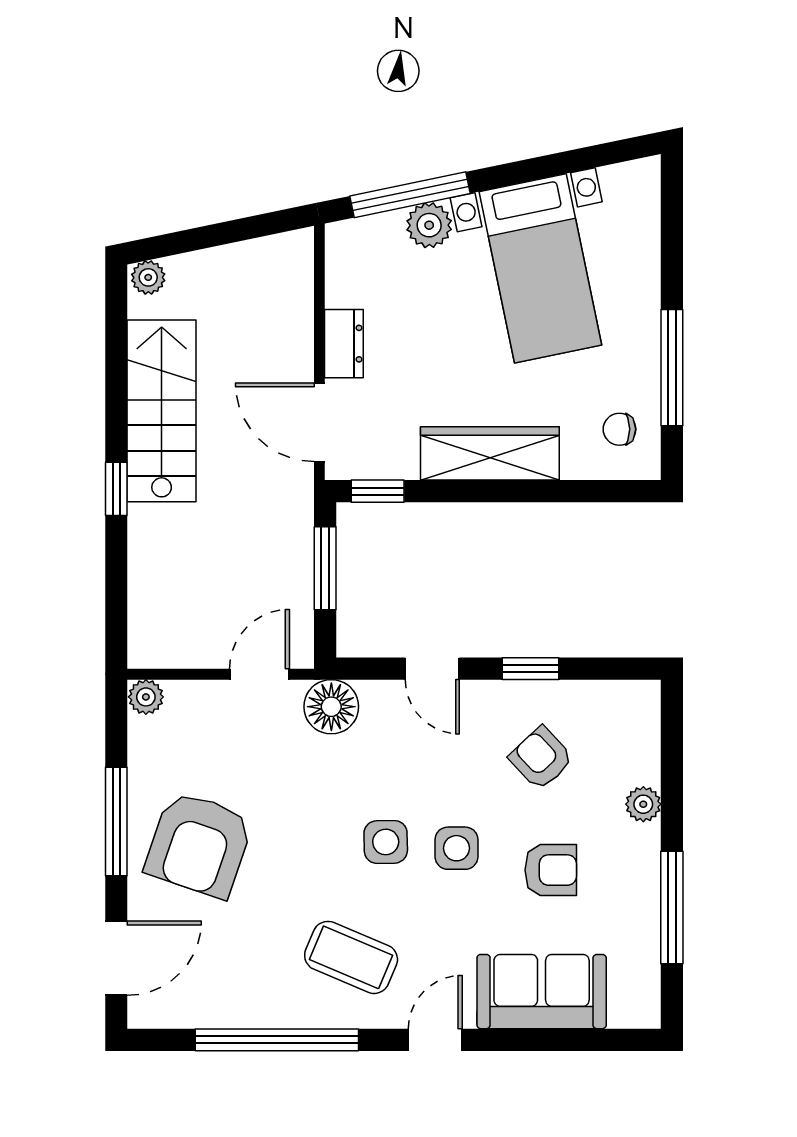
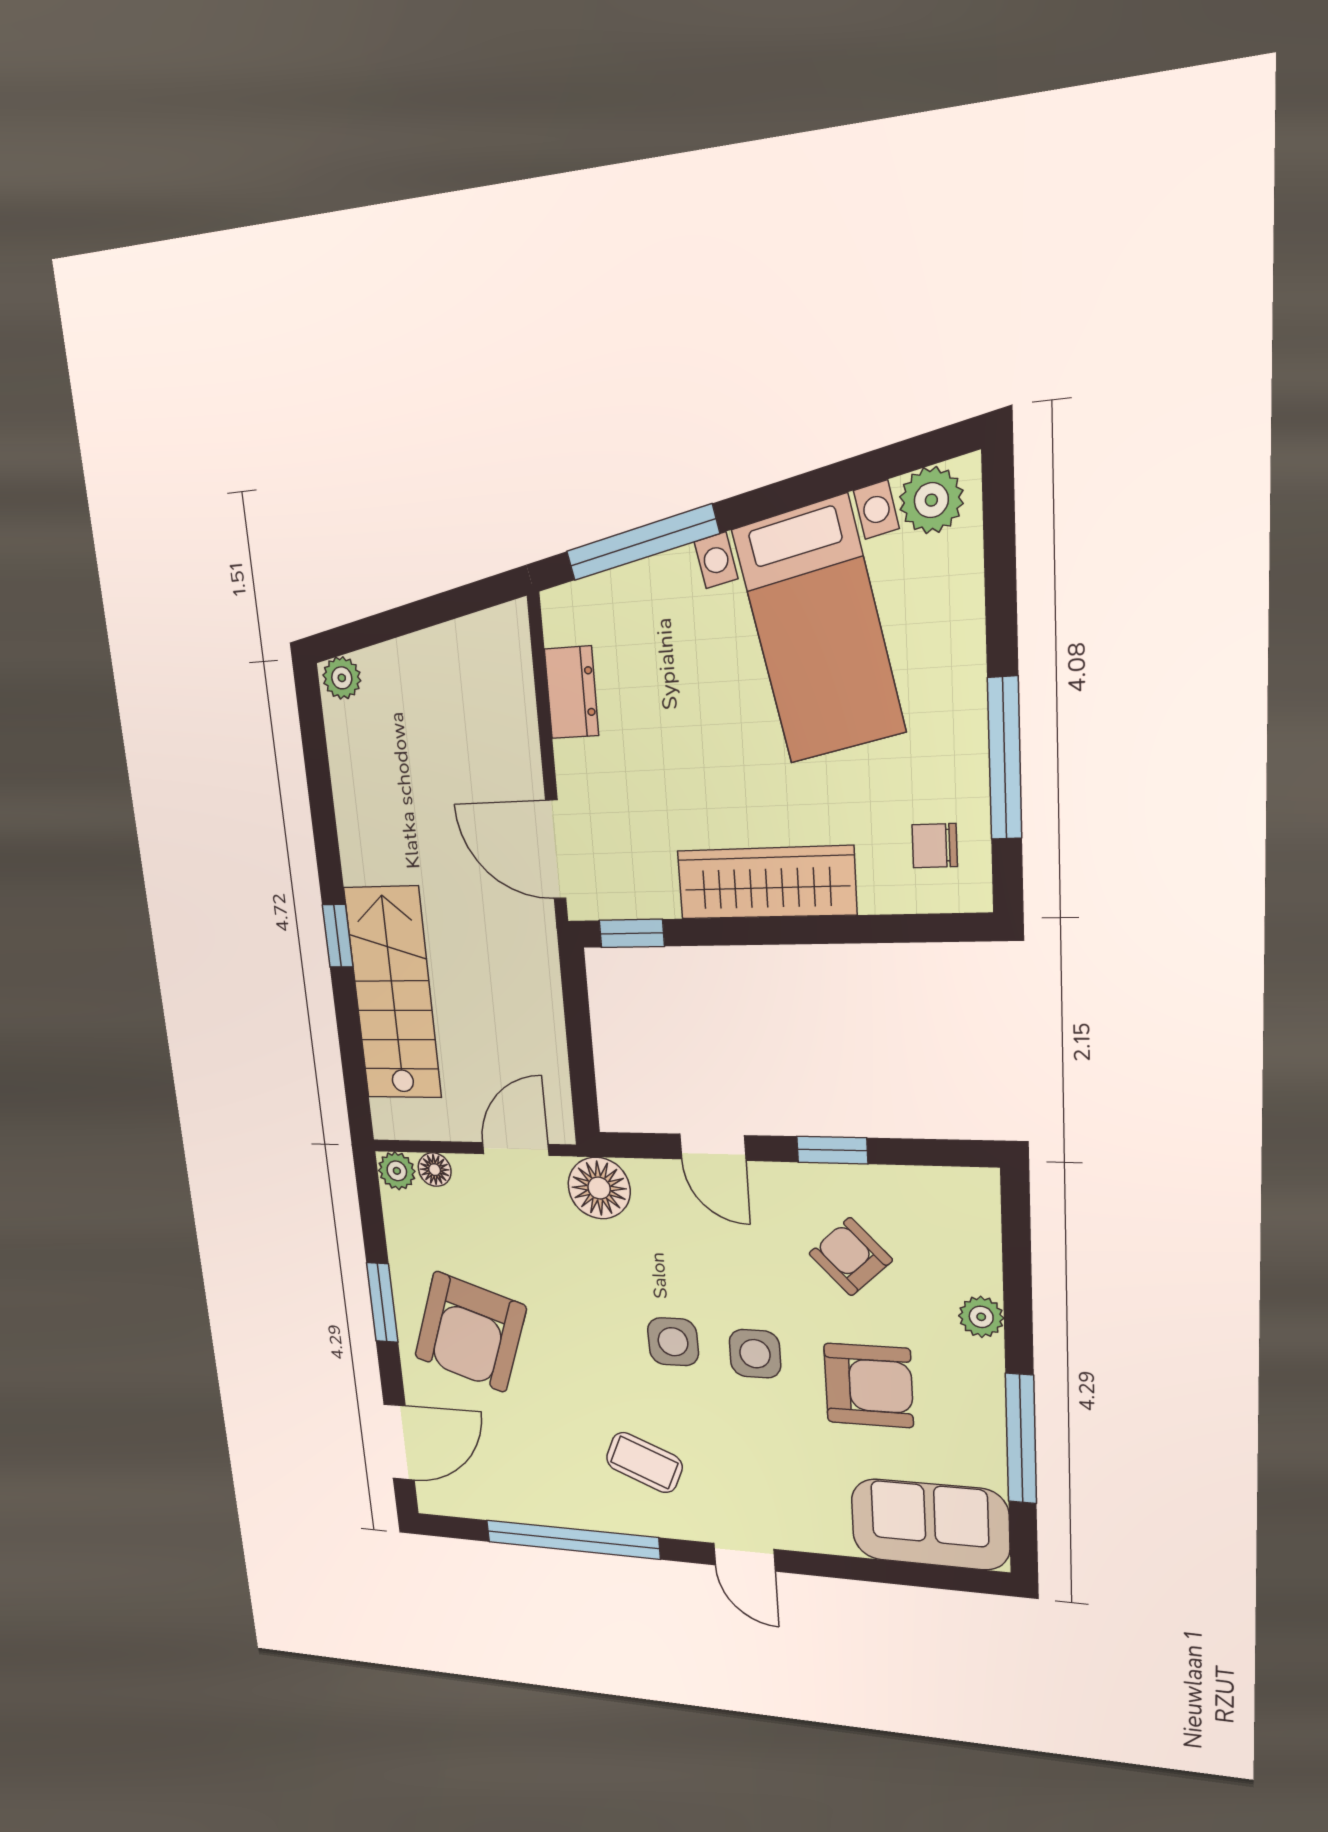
plant: (429, 225) -> (931, 500), moved
dresser: (344, 344) -> (572, 692), moved
stairs: (162, 411) -> (393, 993), moved
window: (325, 568) -> (578, 1027), removed
floor lamp: (182, 695) -> (435, 1170), added
window: (116, 821) -> (382, 1303), width x0.69
armchair: (551, 870) -> (869, 1385), width x1.38, depth x1.38
coffee table: (351, 957) -> (644, 1463), width x0.73, depth x0.77
sofa: (542, 992) -> (930, 1524), moved
door: (435, 1040) -> (744, 1557), swing flipped

